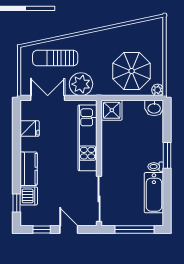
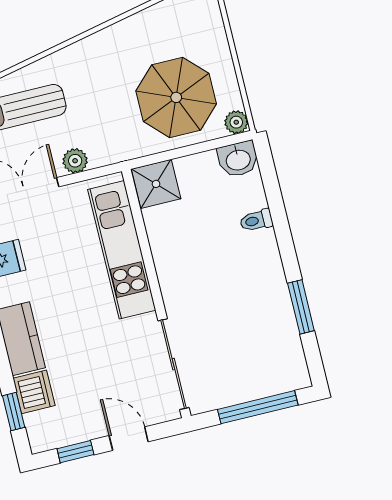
plant: (81, 84) -> (75, 161), width x0.53, depth x0.53
window: (167, 155) -> (301, 307), moved
toilet: (156, 167) -> (256, 220), moved
bathtub: (154, 193) -> (278, 326), removed

